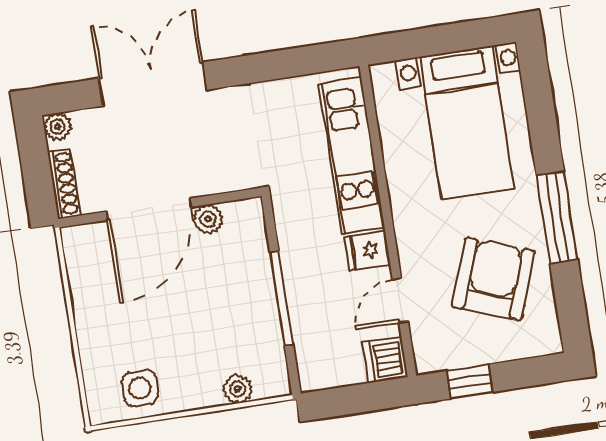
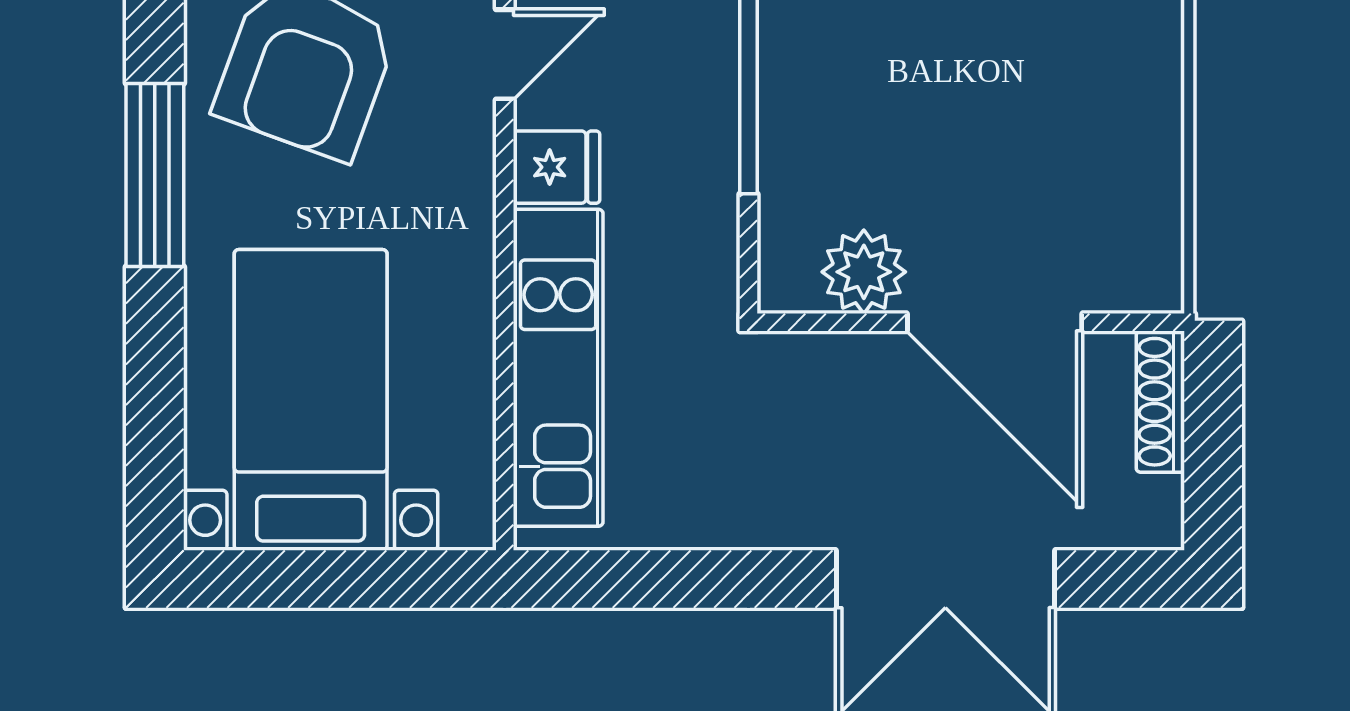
plant: (57, 127) -> (1156, 522), removed
door: (148, 209) -> (995, 322), swing flipped
plant: (208, 219) -> (864, 272), width x1.38, depth x1.38

